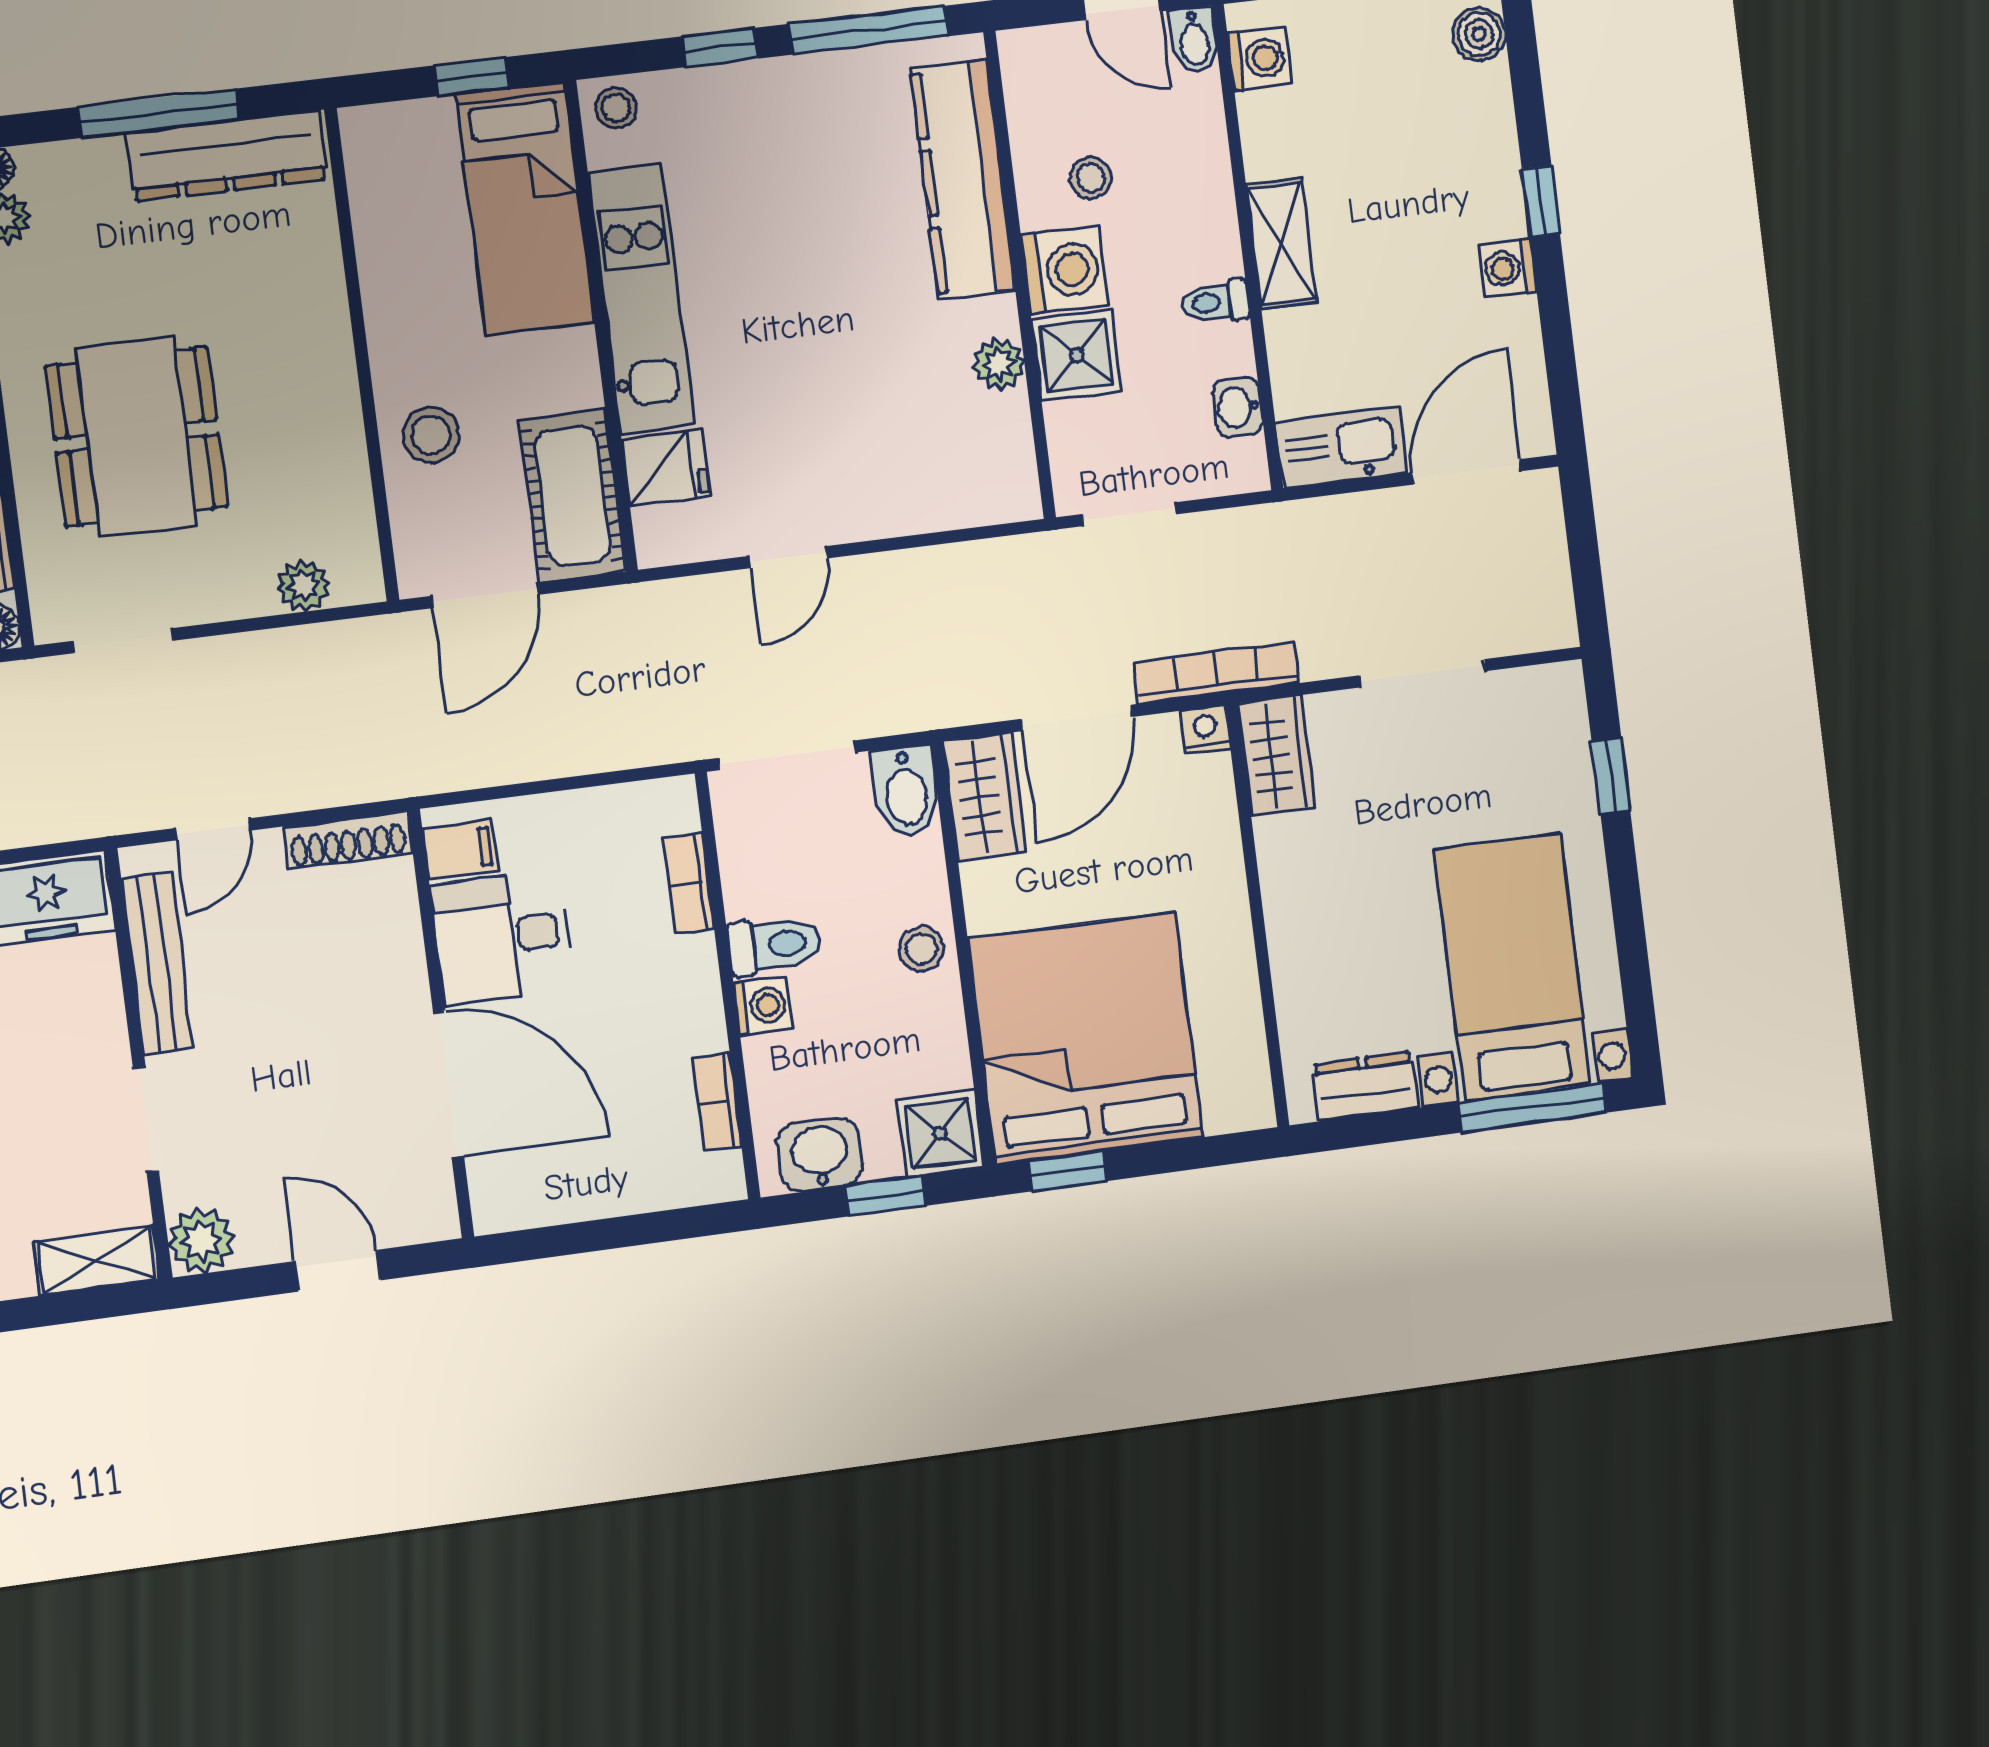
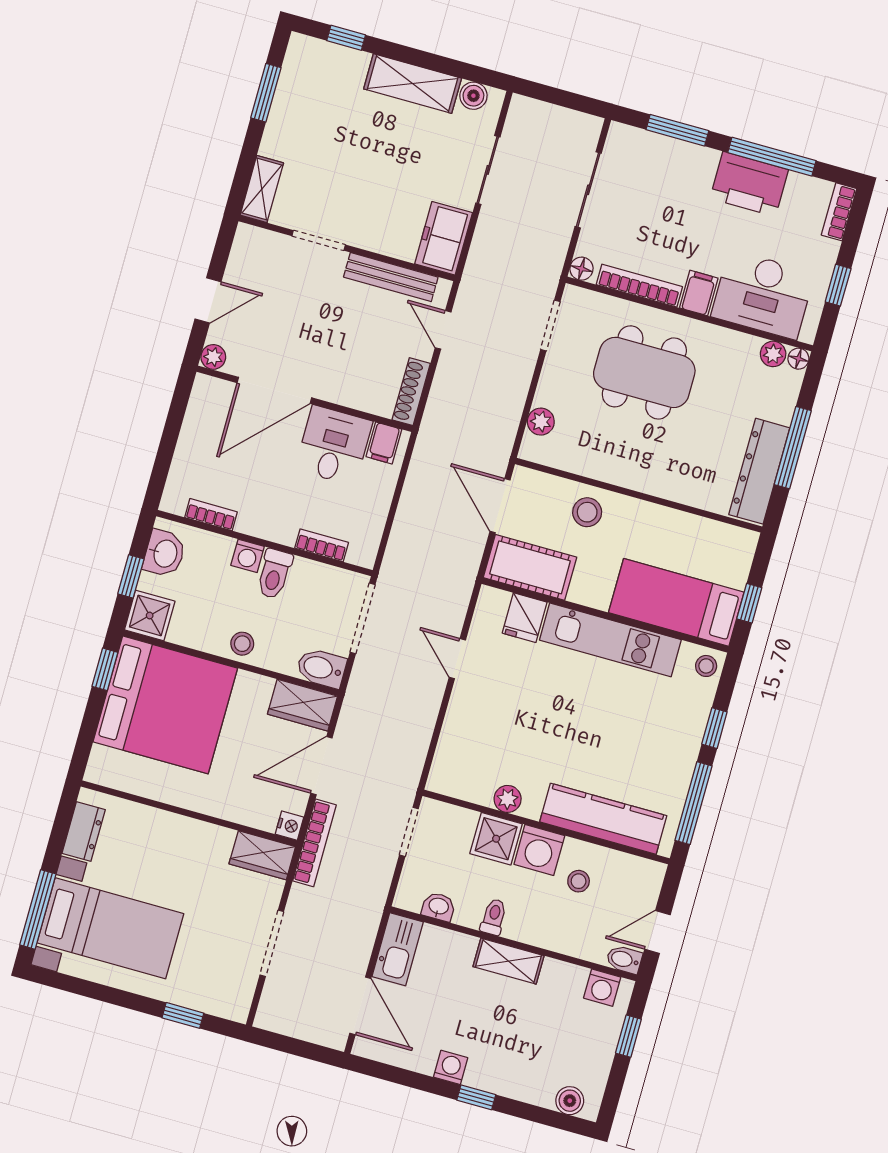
door: (1077, 718) -> (321, 766), hinge flipped
plant: (201, 1241) -> (213, 357), moved, width x0.73, depth x0.73

